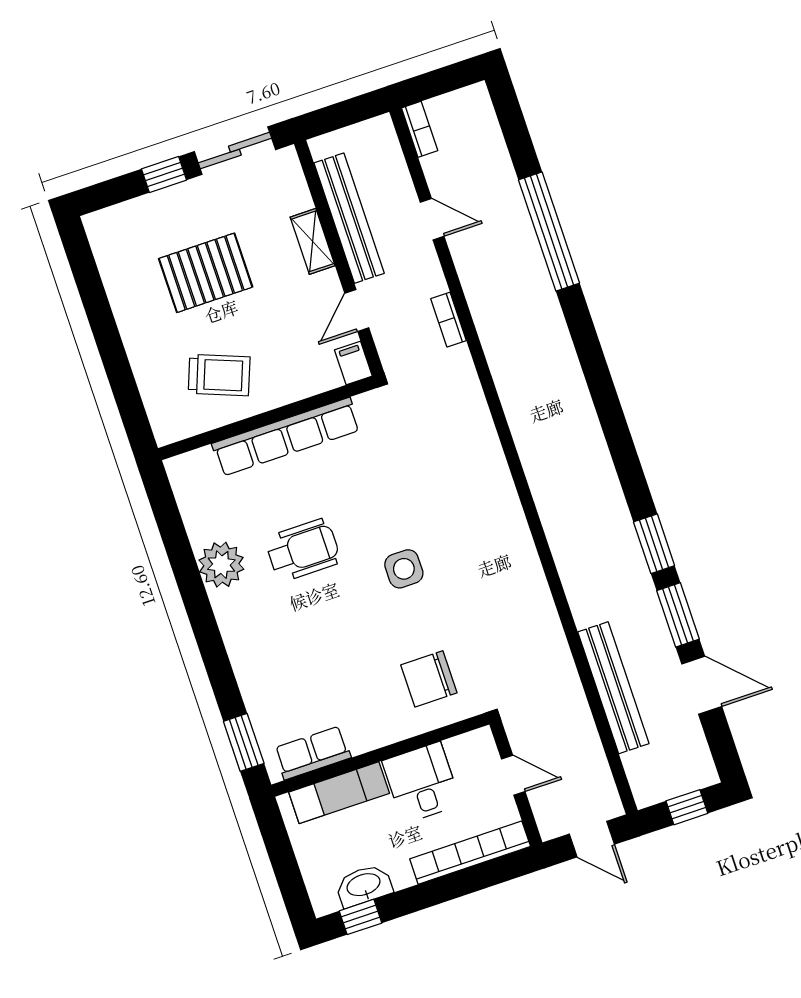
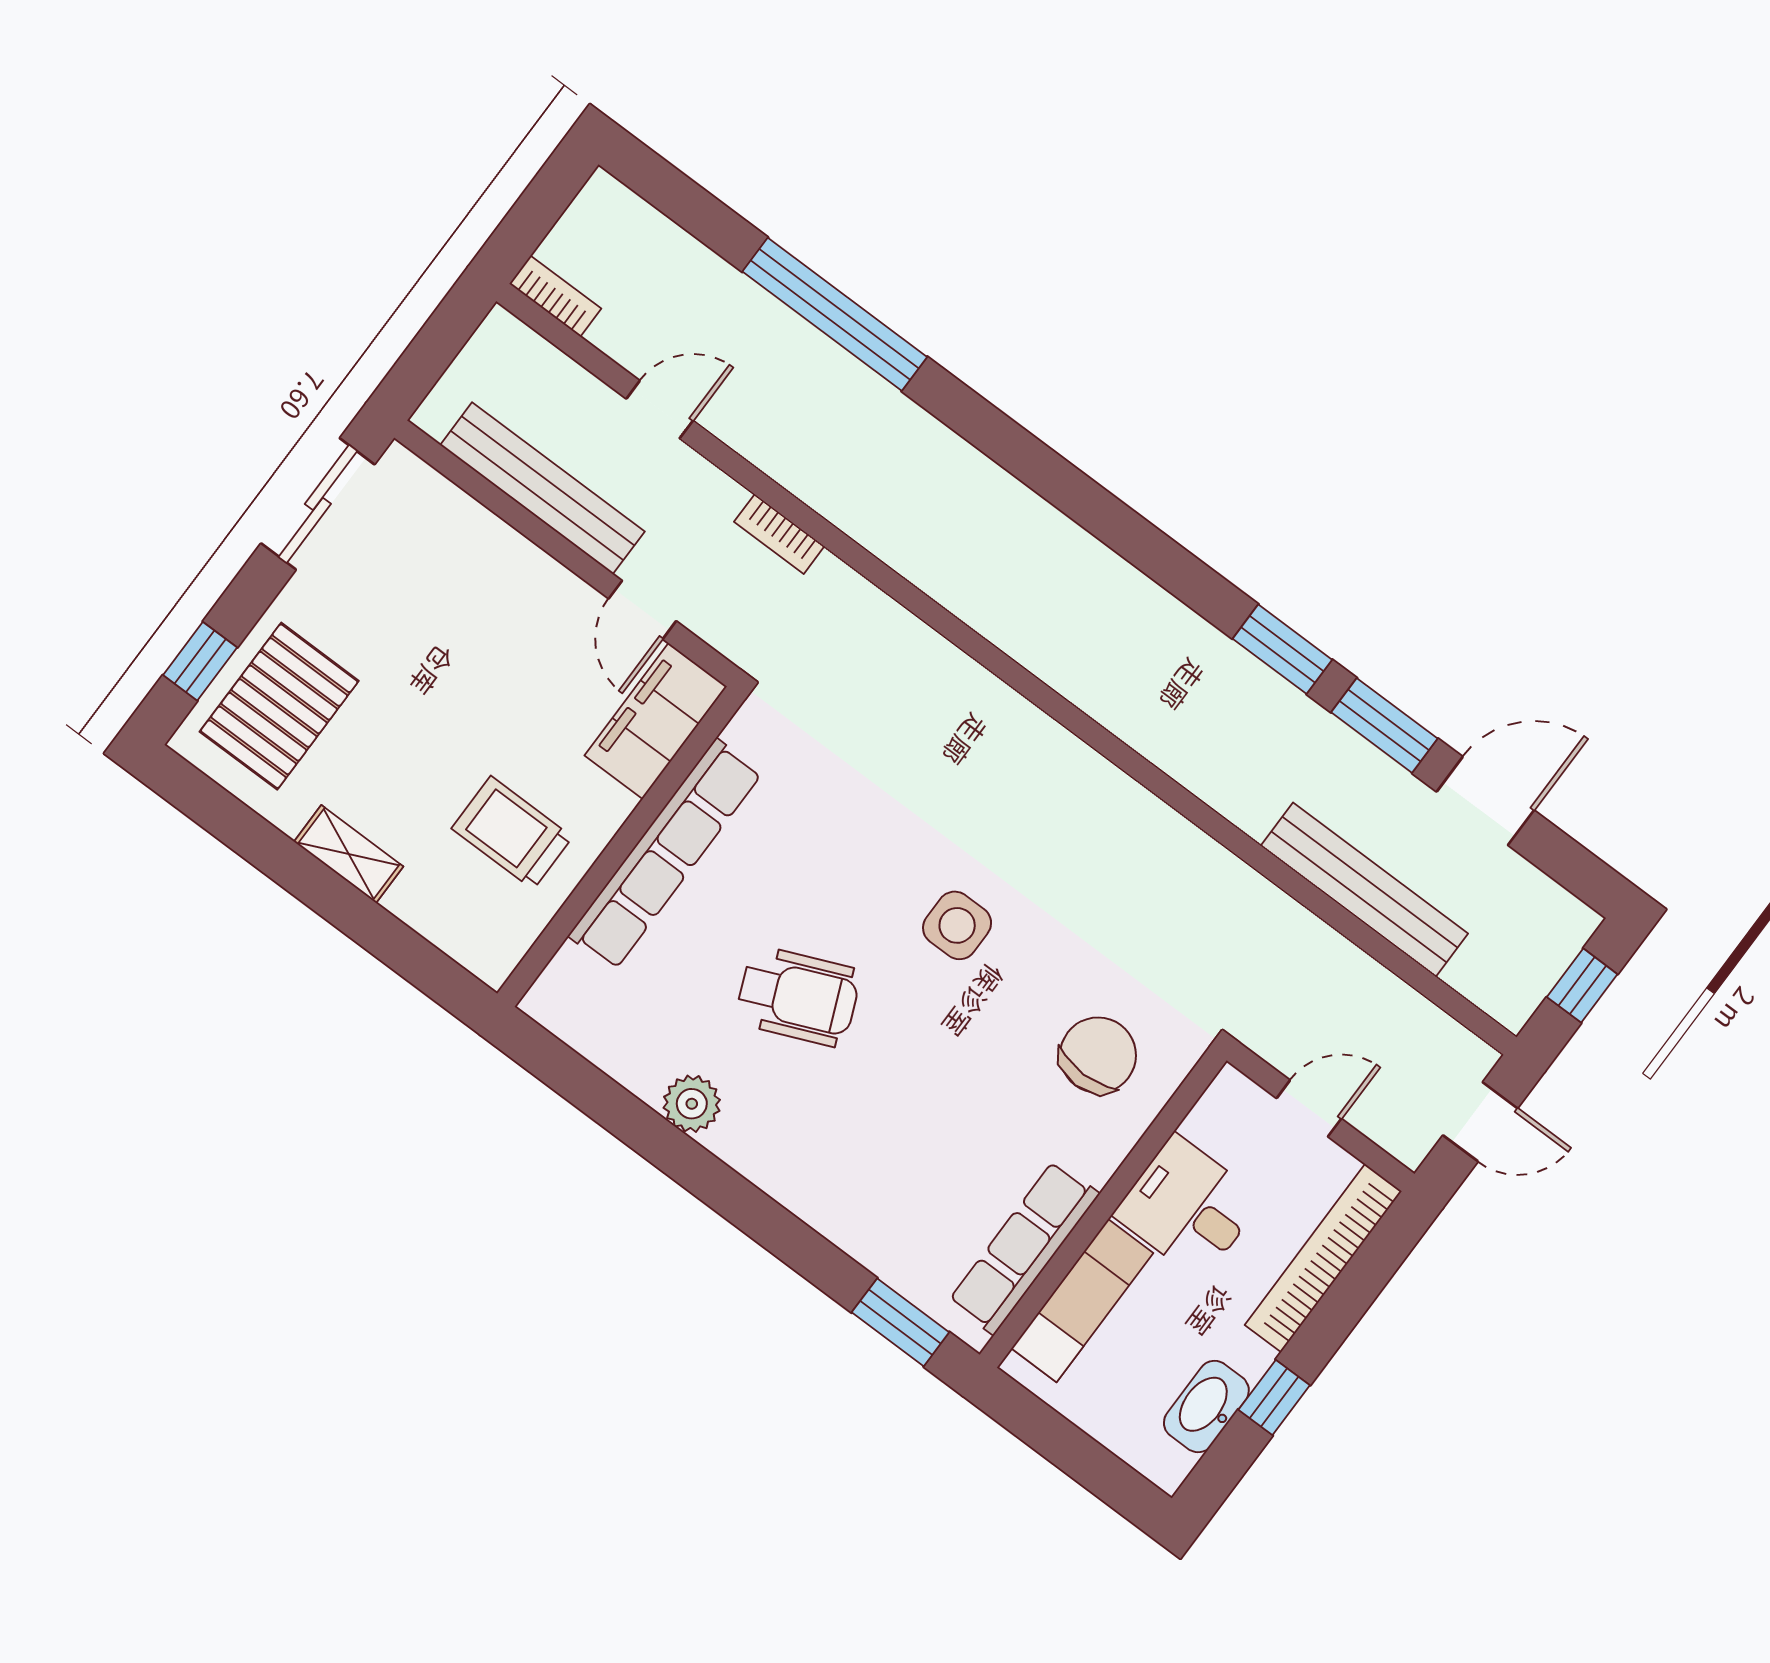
window: (164, 174) -> (200, 661), moved
shelving: (313, 241) -> (349, 854), moved
pallet: (206, 273) -> (279, 706), moved
filing cabinet: (353, 363) -> (656, 721), width x3.00, depth x1.17
trolley: (219, 375) -> (512, 833), turned -111
wheelchair: (303, 550) -> (798, 996), turned 67
plant: (221, 565) -> (692, 1104), width x0.73, depth x0.73
chair: (429, 679) -> (1098, 1055), turned 180
row of seats: (312, 753) -> (1024, 1248), width x1.48
window: (361, 917) -> (1274, 1397), moved

